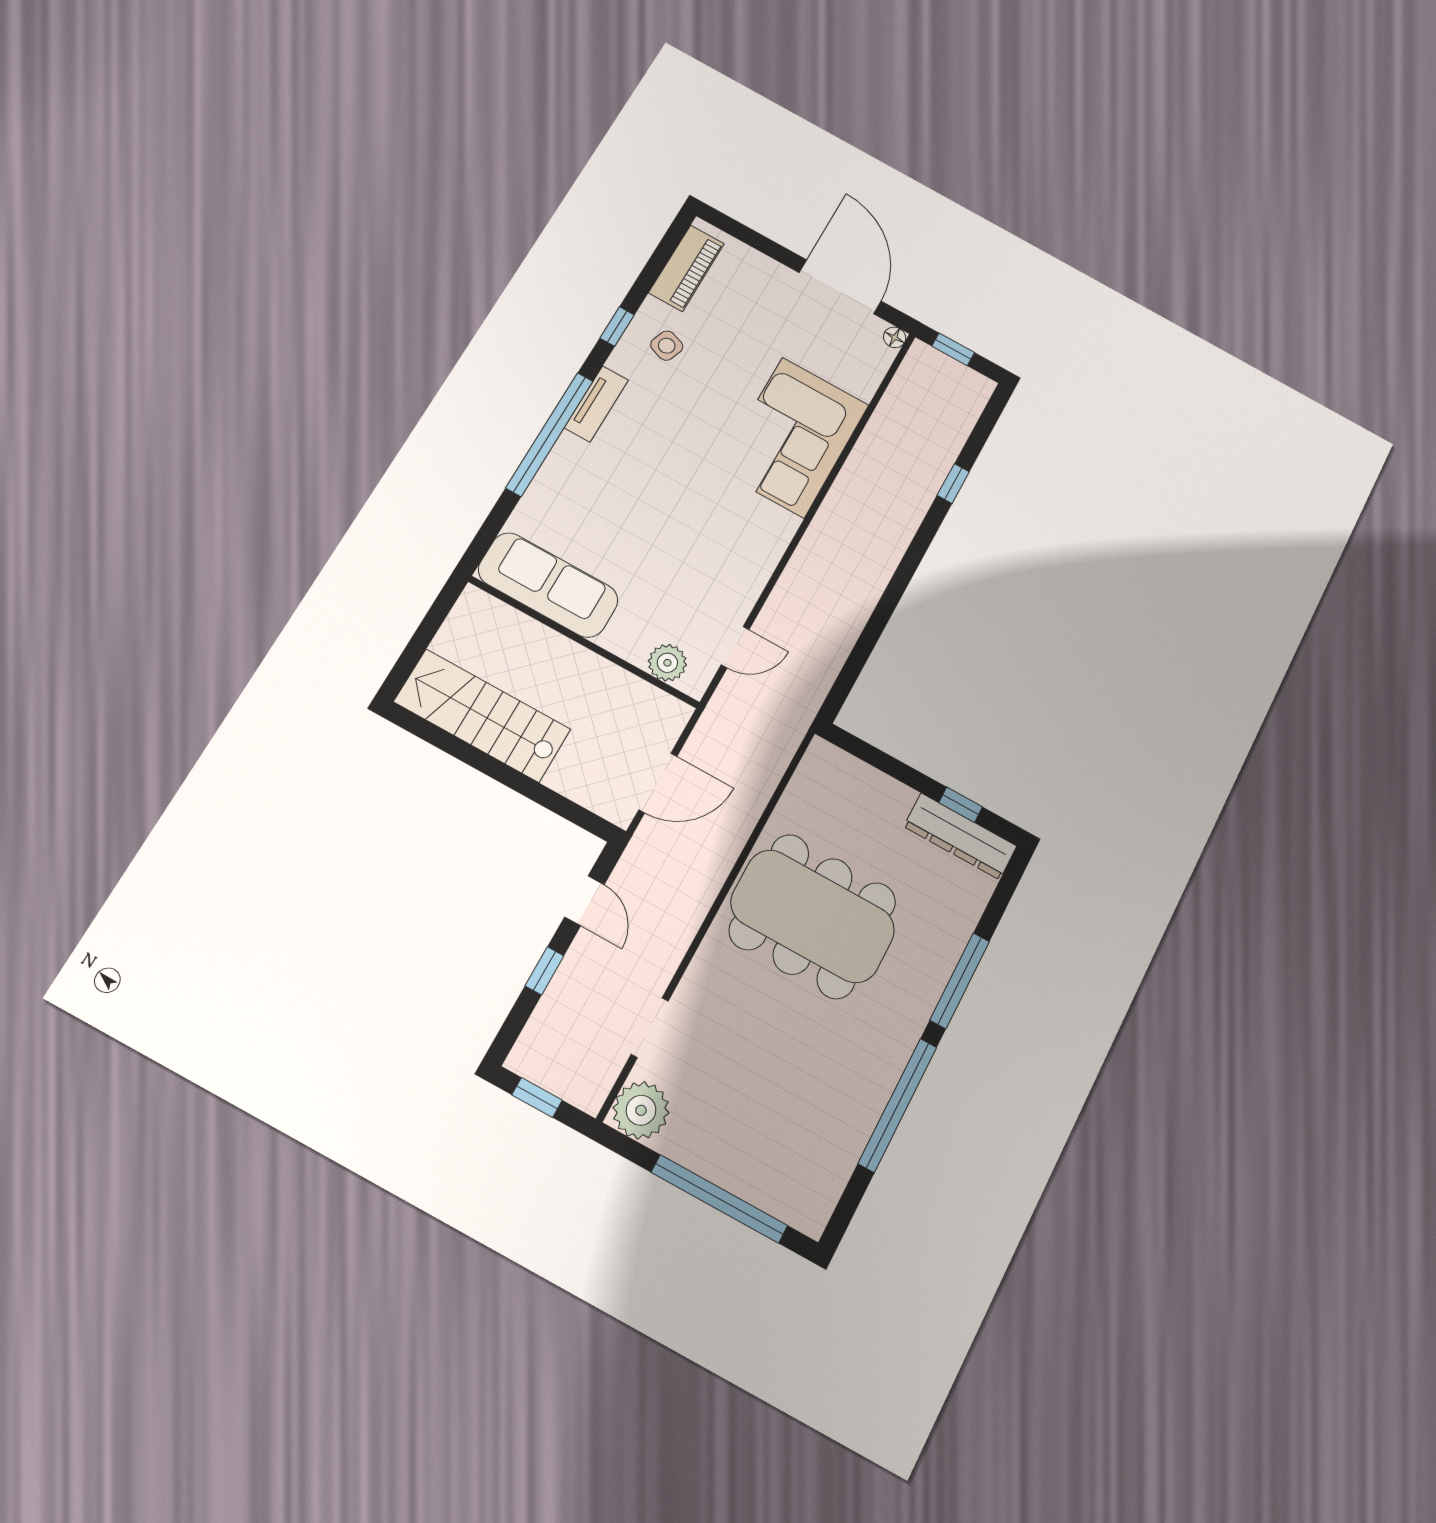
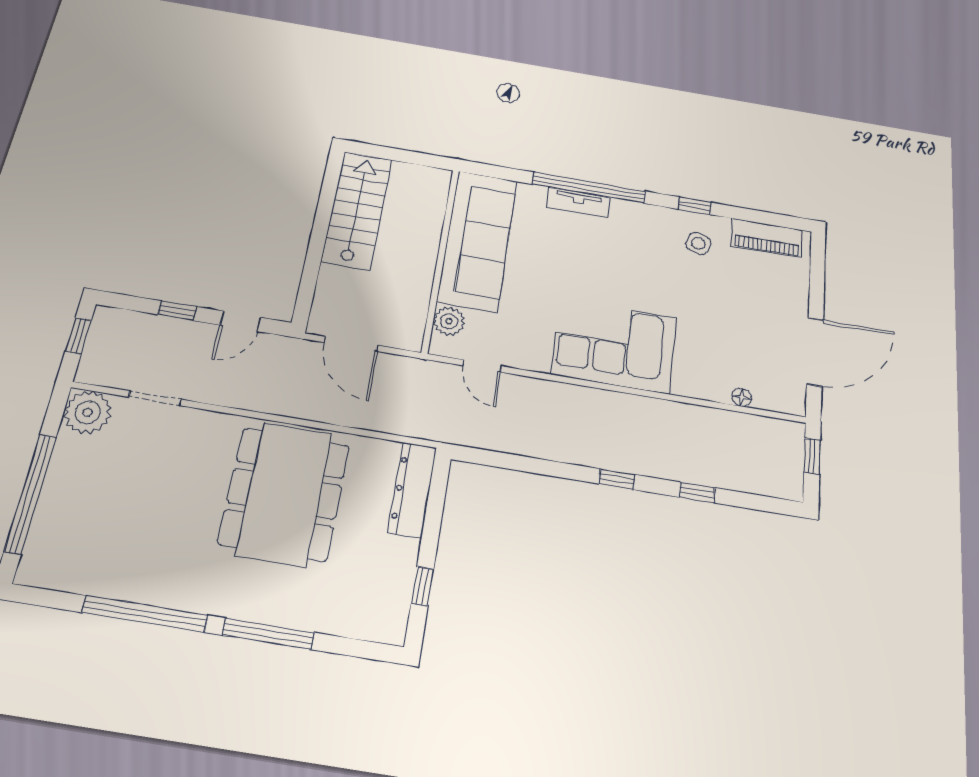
floor lamp: (895, 337) -> (742, 397), moved
tv unit: (596, 404) -> (578, 202), moved
corner sofa: (793, 437) -> (614, 346), moved
window: (912, 559) -> (617, 479), added
sofa: (548, 585) -> (477, 240), width x1.36, depth x1.27
dresser: (960, 836) -> (412, 490), moved

